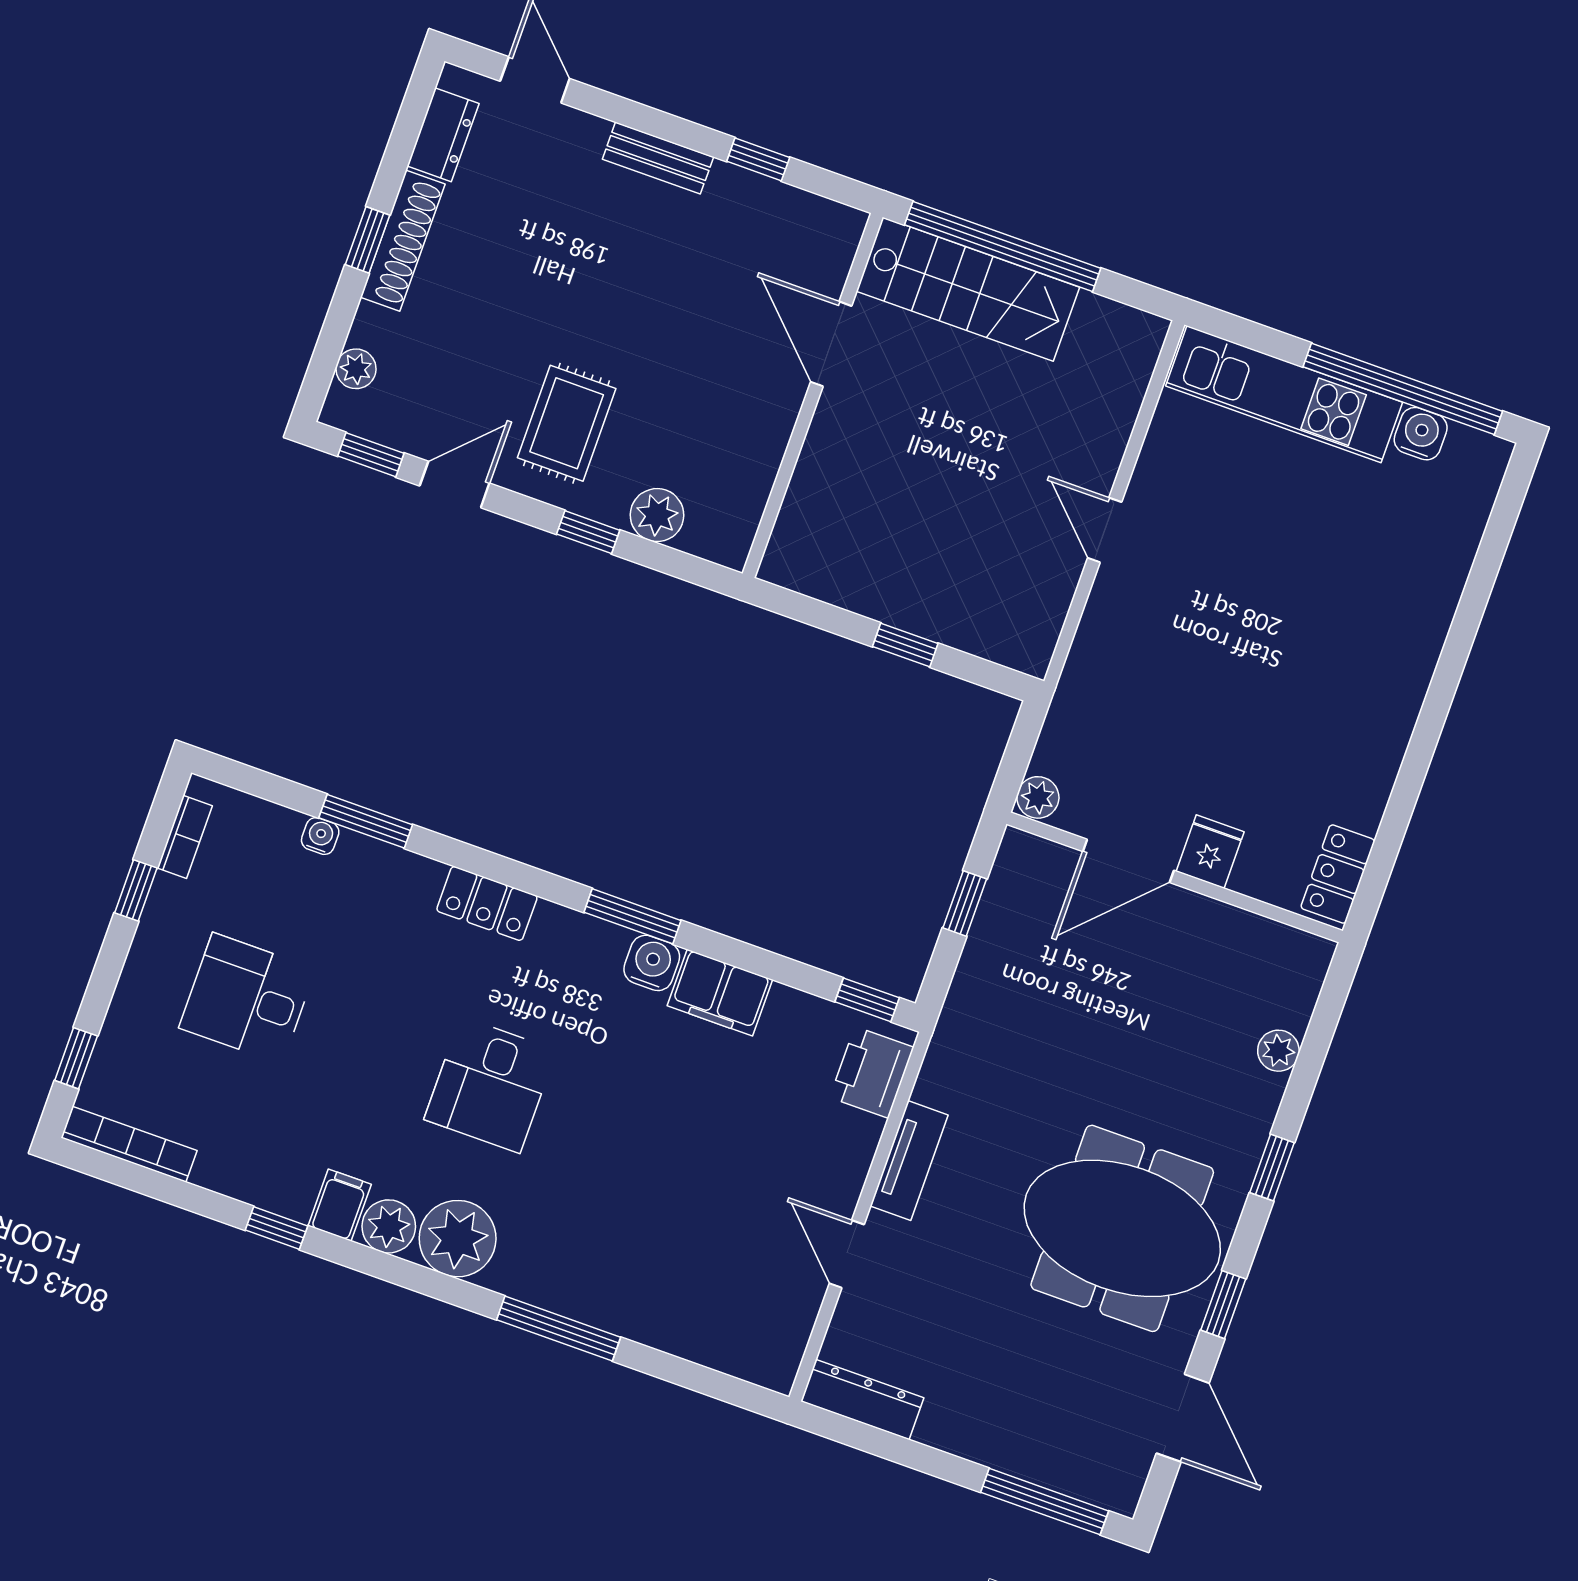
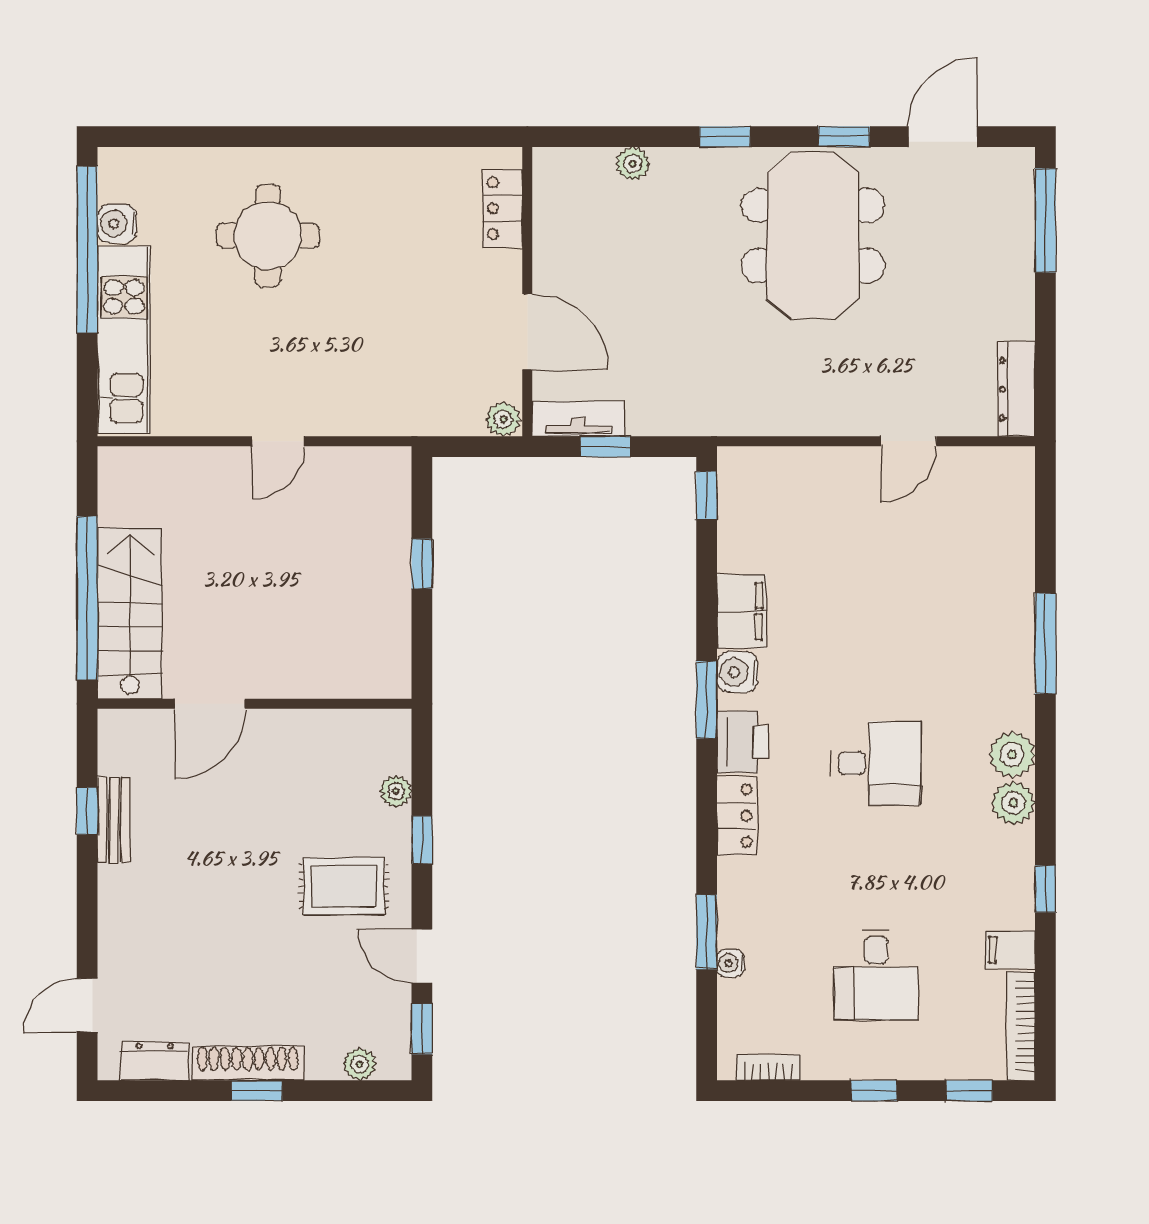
bench: (658, 158) -> (114, 820), moved
plant: (657, 515) -> (396, 791), width x0.73, depth x0.73
round table: (1345, 602) -> (268, 236), added
fridge: (1210, 852) -> (498, 271), removed
locker: (1338, 874) -> (503, 208), moved, turned 90
window: (136, 890) -> (874, 1091), moved
printer: (872, 1072) -> (743, 742), moved, turned -90
tv unit: (909, 1161) -> (578, 419), moved
filing cabinet: (340, 1205) -> (1010, 950), moved
plant: (458, 1239) -> (1012, 755), width x0.73, depth x0.73

